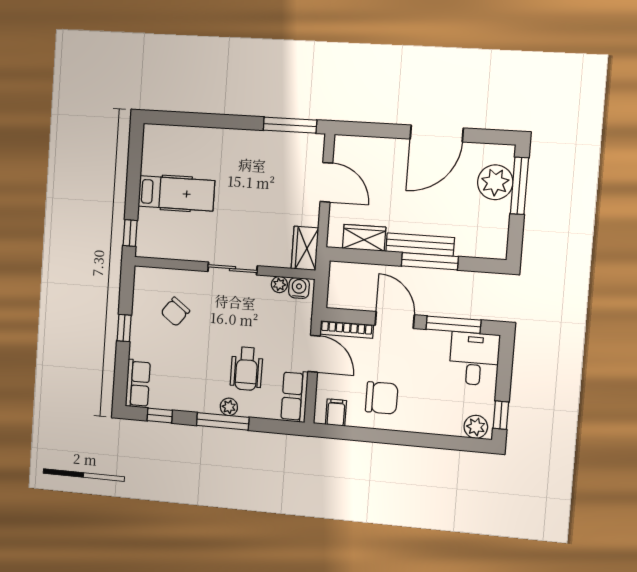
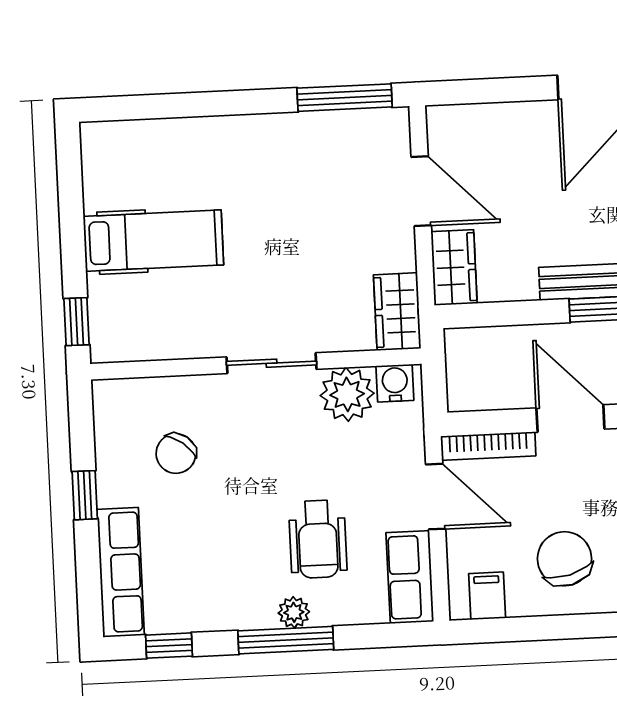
wardrobe: (364, 238) -> (454, 267), moved, turned 90
plant: (279, 284) -> (347, 394), width x1.87, depth x1.87
row of seats: (138, 384) -> (121, 572), width x1.48
chair: (382, 398) -> (564, 559), turned -105

